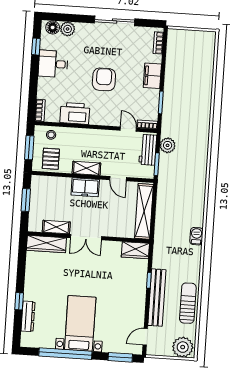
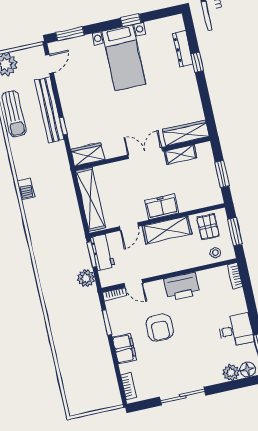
armchair: (104, 79) -> (160, 328), moved
printer: (75, 113) -> (182, 287), moved
workbench: (148, 150) -> (103, 252), moved
shelving: (86, 168) -> (167, 230), width x1.50, depth x1.33
door: (118, 179) -> (129, 226), swing flipped
window: (65, 354) -> (131, 20), width x0.32

